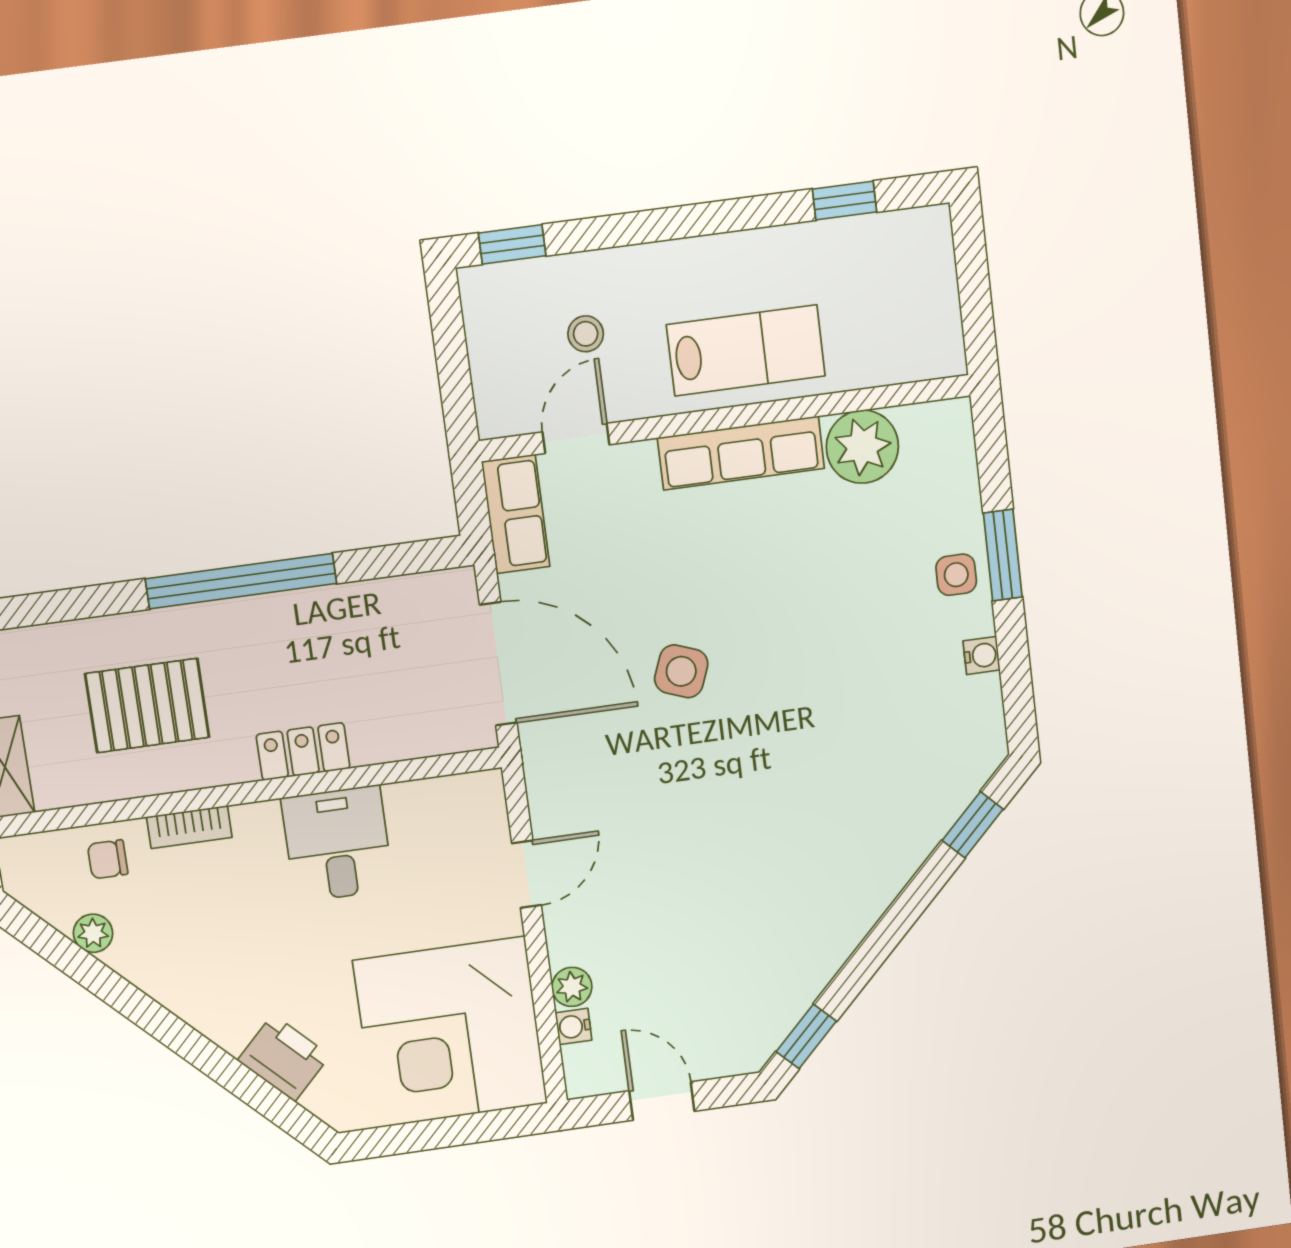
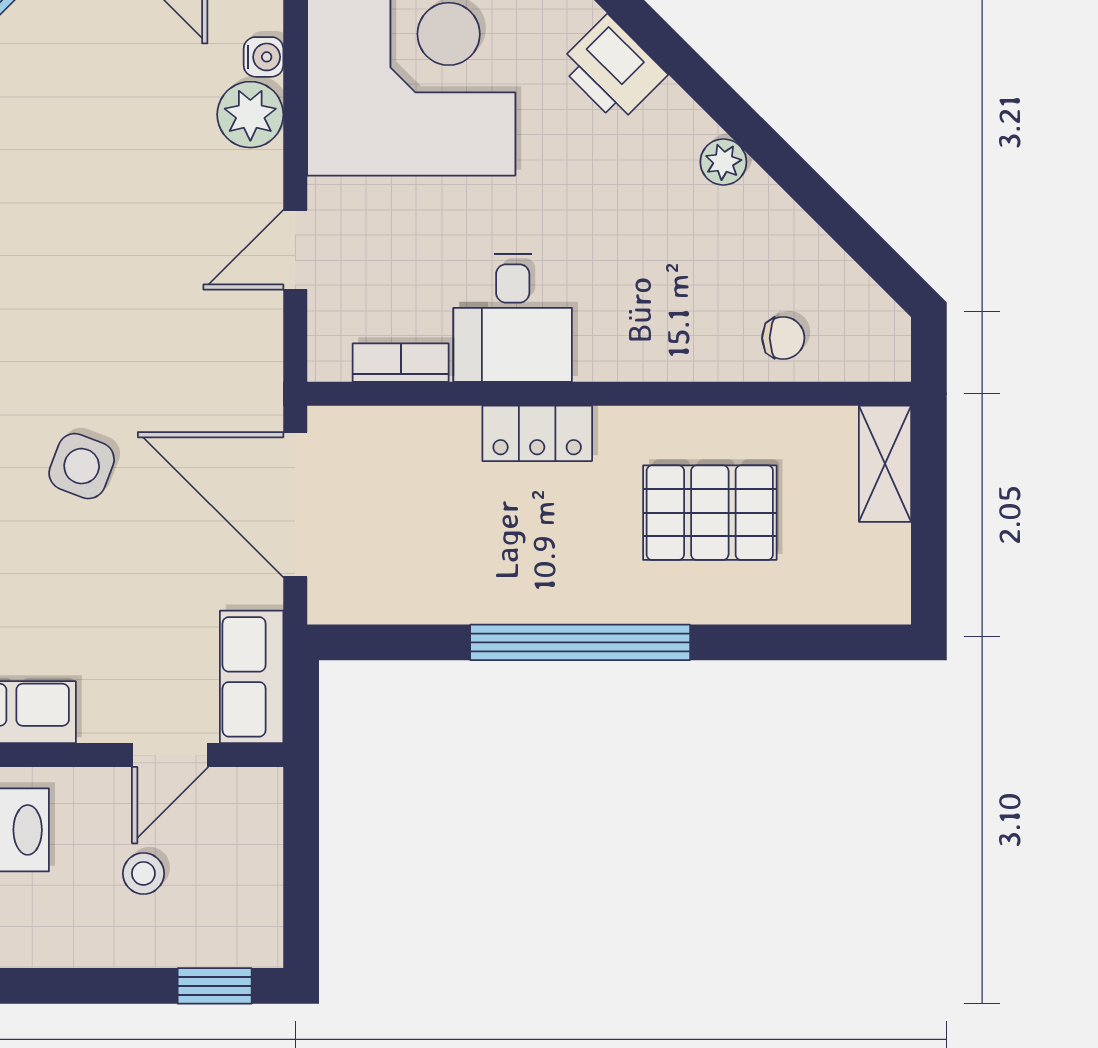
bookcase: (189, 827) -> (401, 363), moved
plant: (93, 933) -> (723, 162), moved
plant: (572, 987) -> (250, 115), width x1.38, depth x1.38

